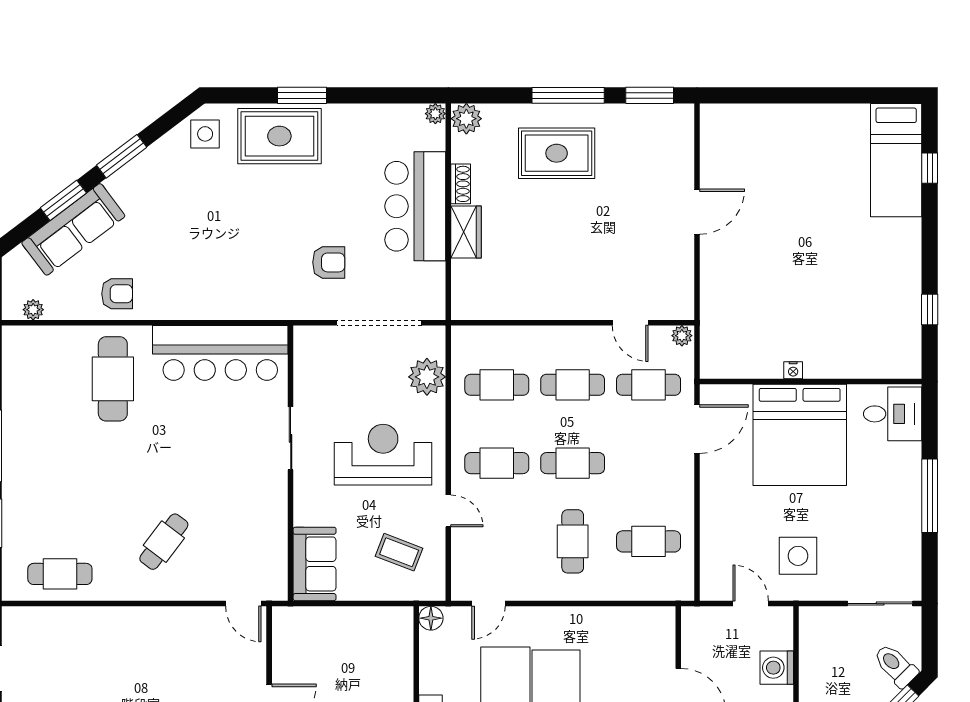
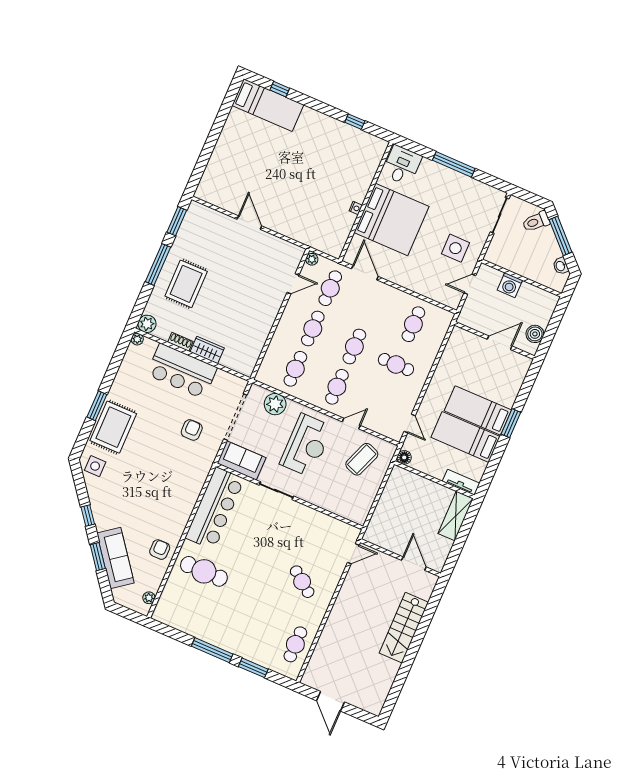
window: (122, 156) -> (88, 515), width x0.67
reception desk: (383, 455) -> (306, 445), turned 180
coffee table: (399, 552) -> (362, 459), width x1.36, depth x1.30
sofa: (315, 564) -> (242, 460), moved

